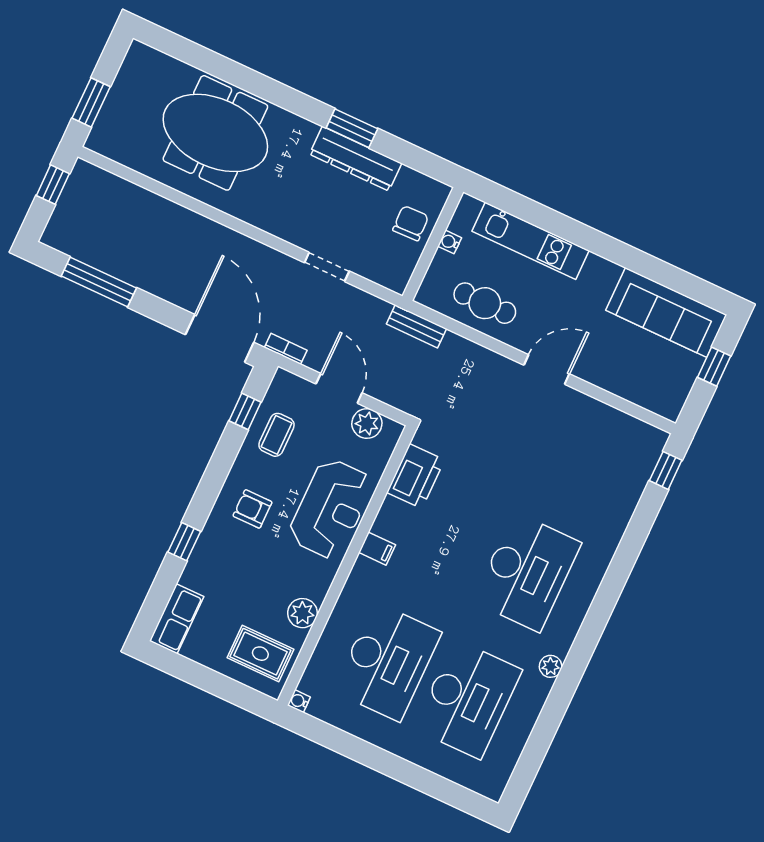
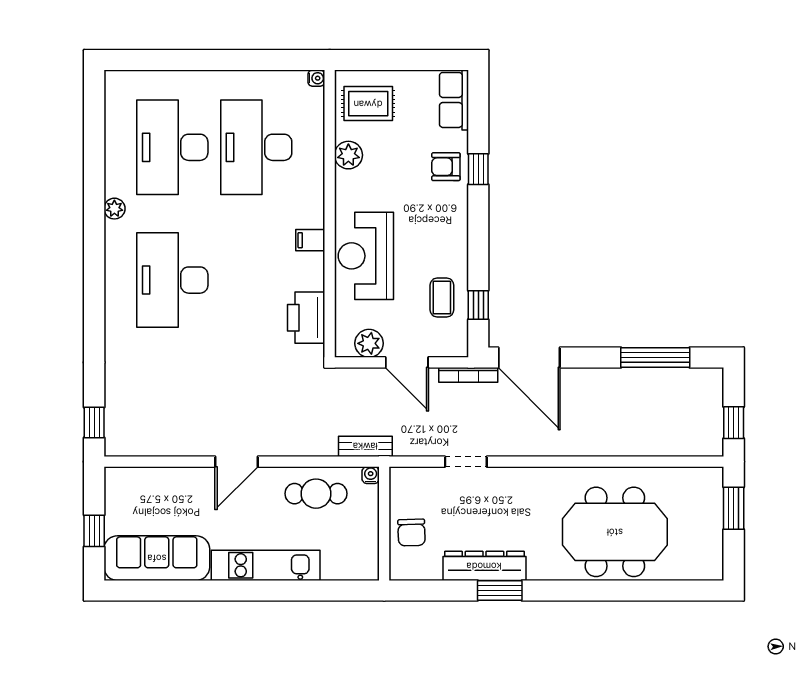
kitchen unit: (530, 241) -> (266, 565), moved
water cooler: (450, 242) -> (371, 475), moved, turned -90
bookcase: (286, 349) -> (468, 375), width x1.56
armchair: (252, 509) -> (446, 167), moved, turned 180

